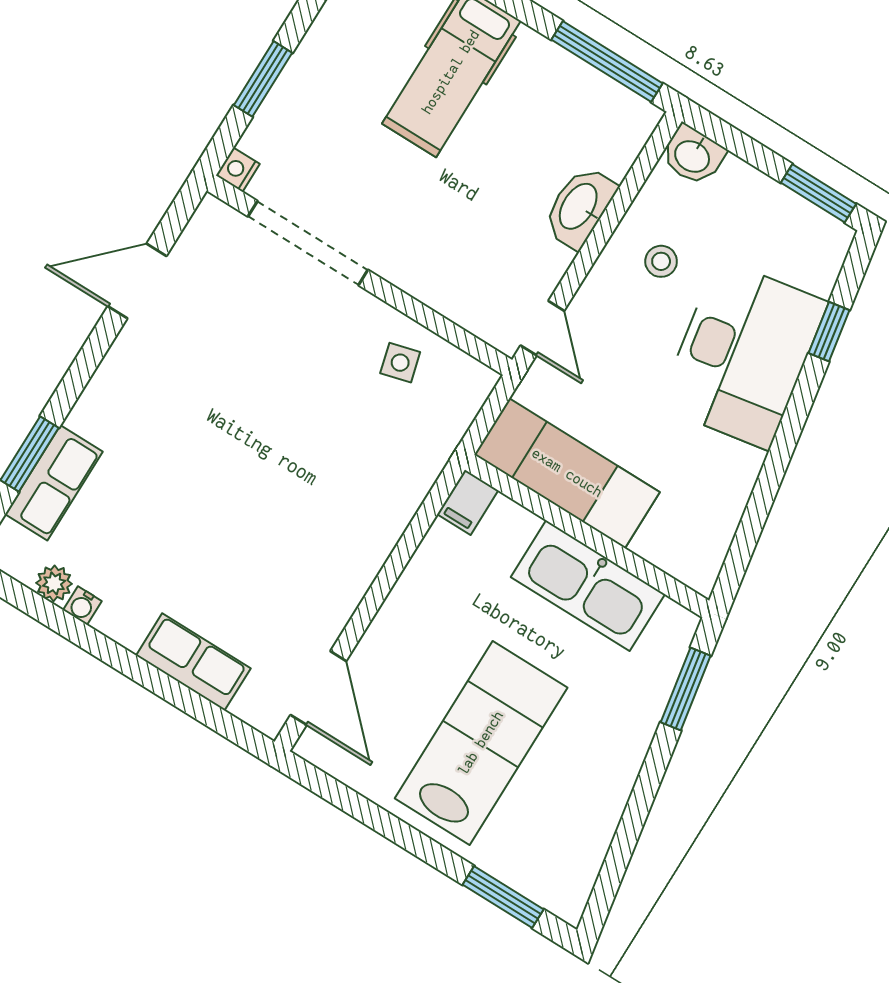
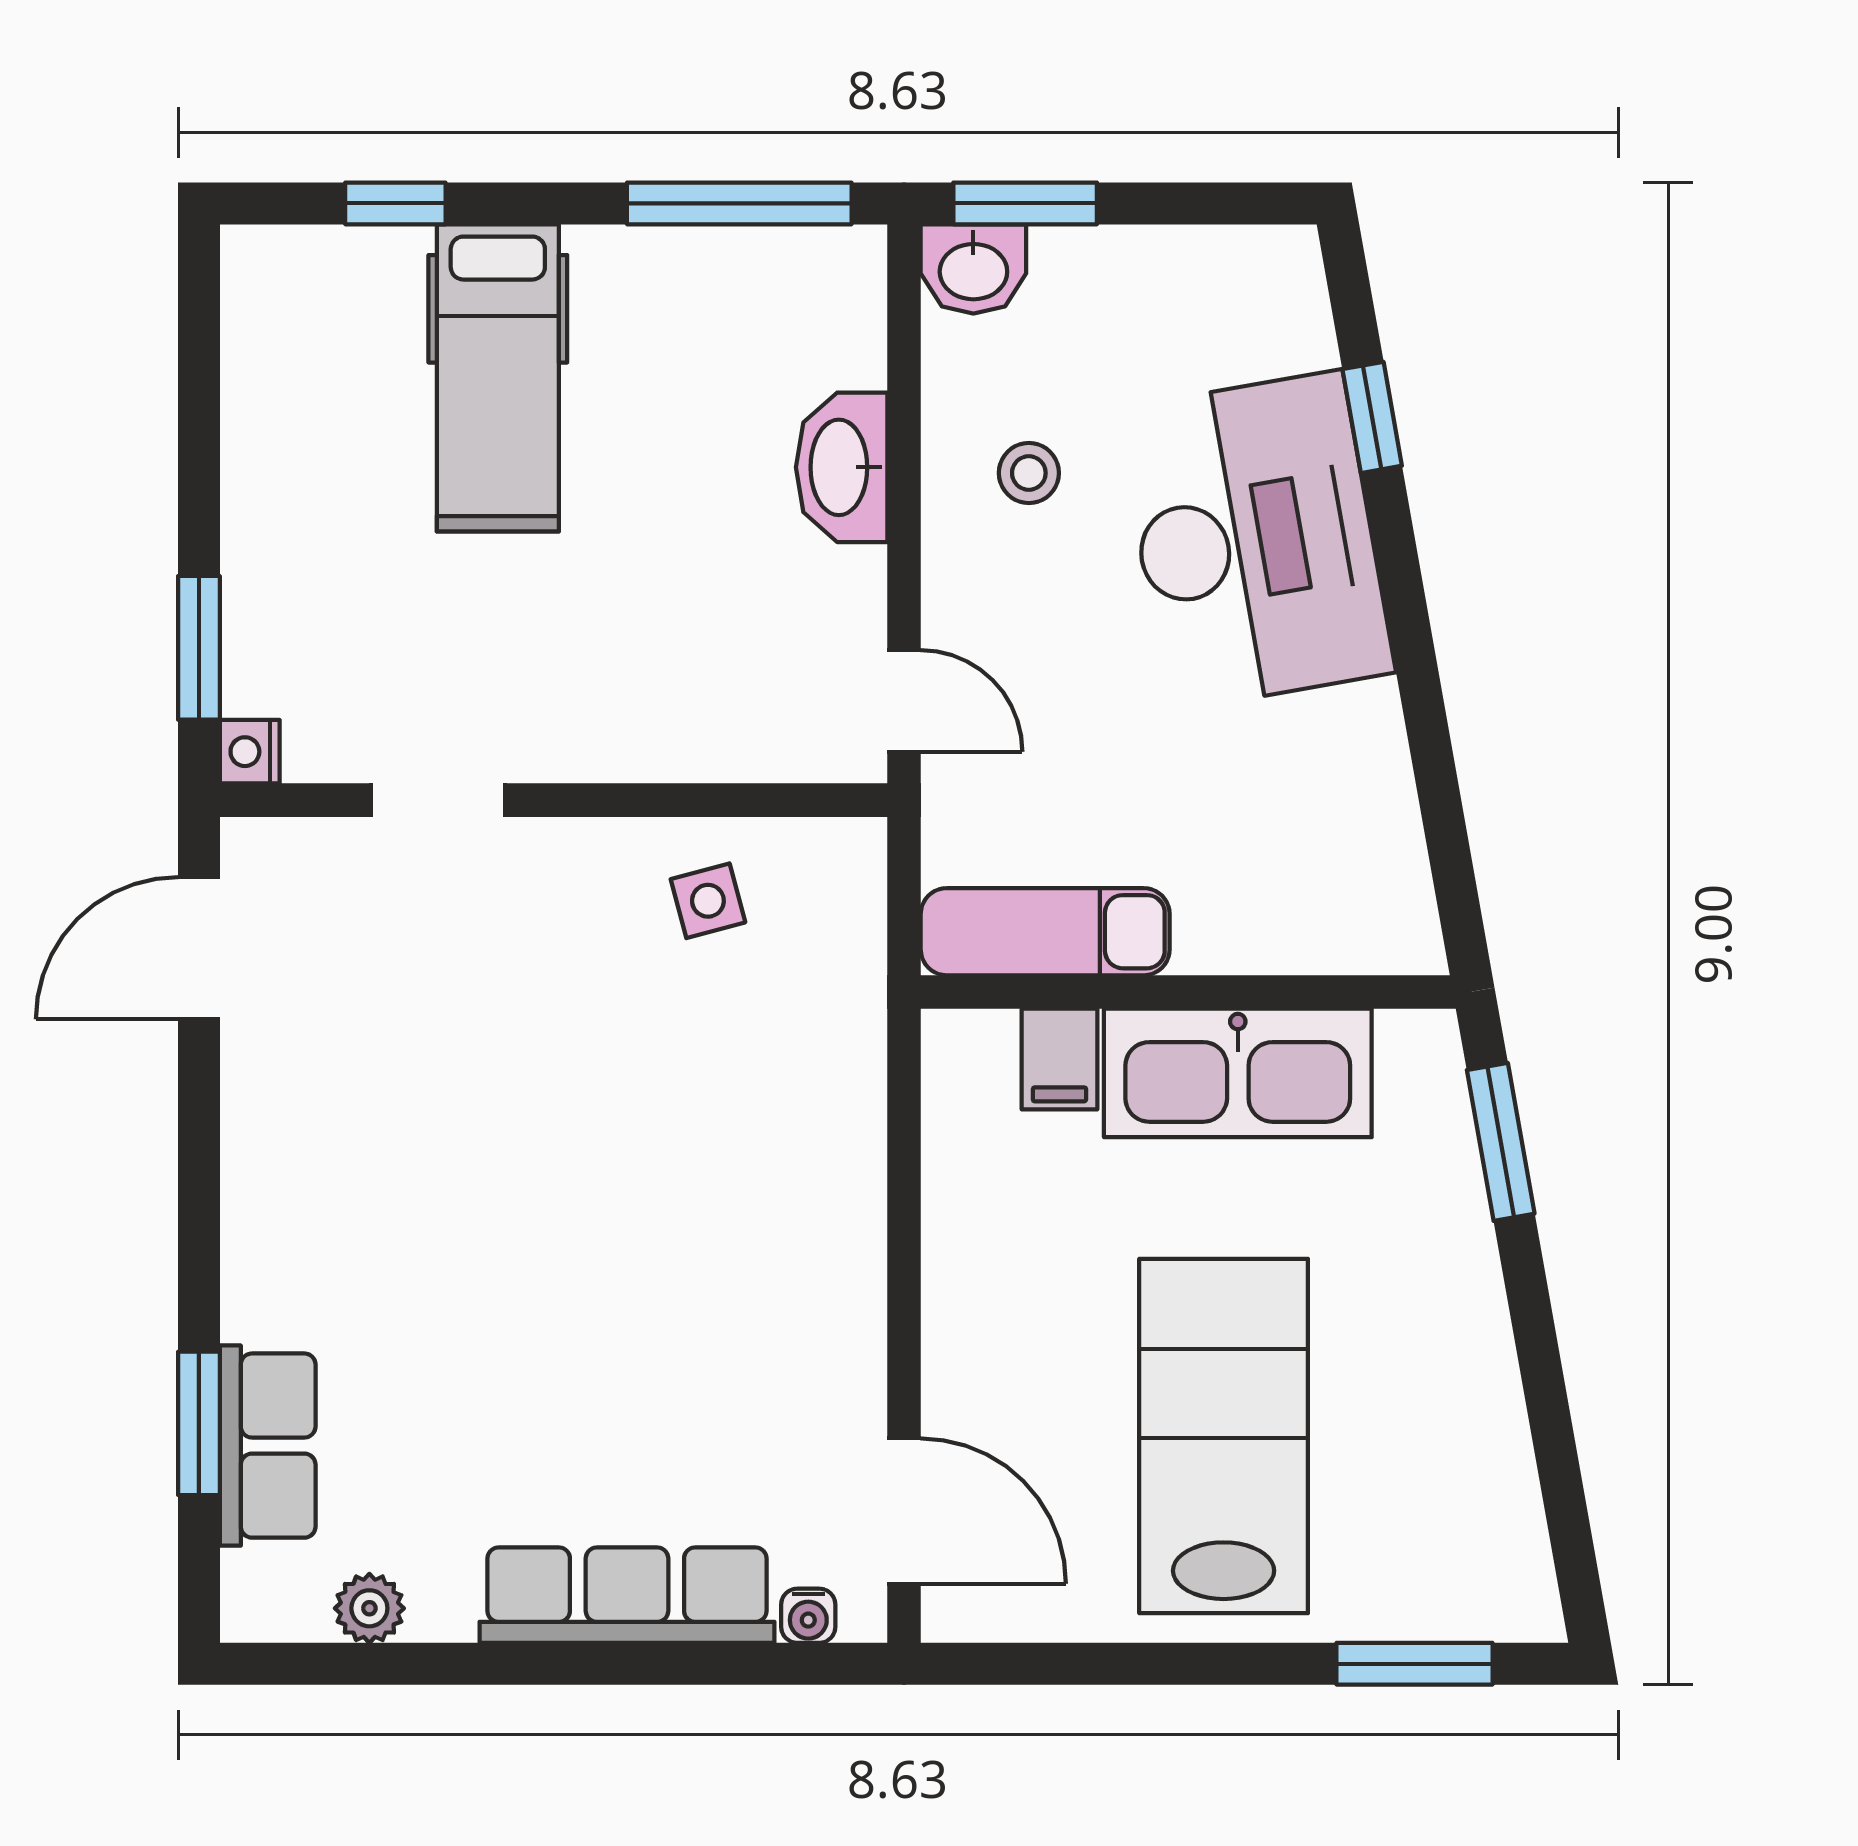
window: (263, 79) -> (199, 648), moved
window: (819, 193) -> (1025, 203), moved
doorway: (308, 243) -> (438, 800), width x0.53
door: (137, 281) -> (199, 948), moved
exam couch: (567, 473) -> (1045, 932), width x0.73, depth x0.69
filing cabinet: (468, 502) -> (1059, 1059), moved
water cooler: (82, 606) -> (808, 1616), moved
row of seats: (193, 662) -> (627, 1595), width x1.48

